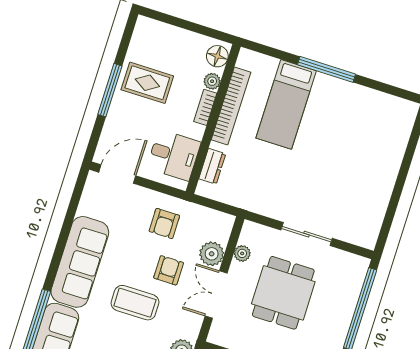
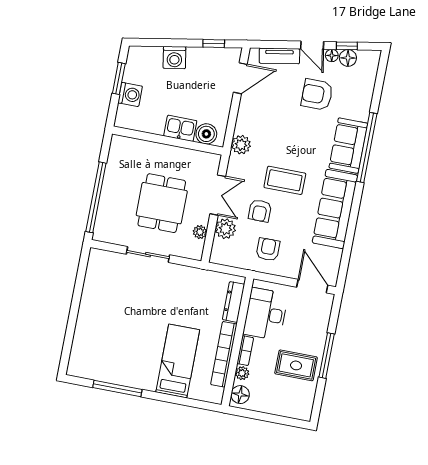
window: (326, 69) -> (117, 388), moved
desk: (174, 155) -> (266, 314), width x1.37
dresser: (212, 166) -> (234, 302), width x1.44
door: (117, 174) -> (312, 286), swing flipped

